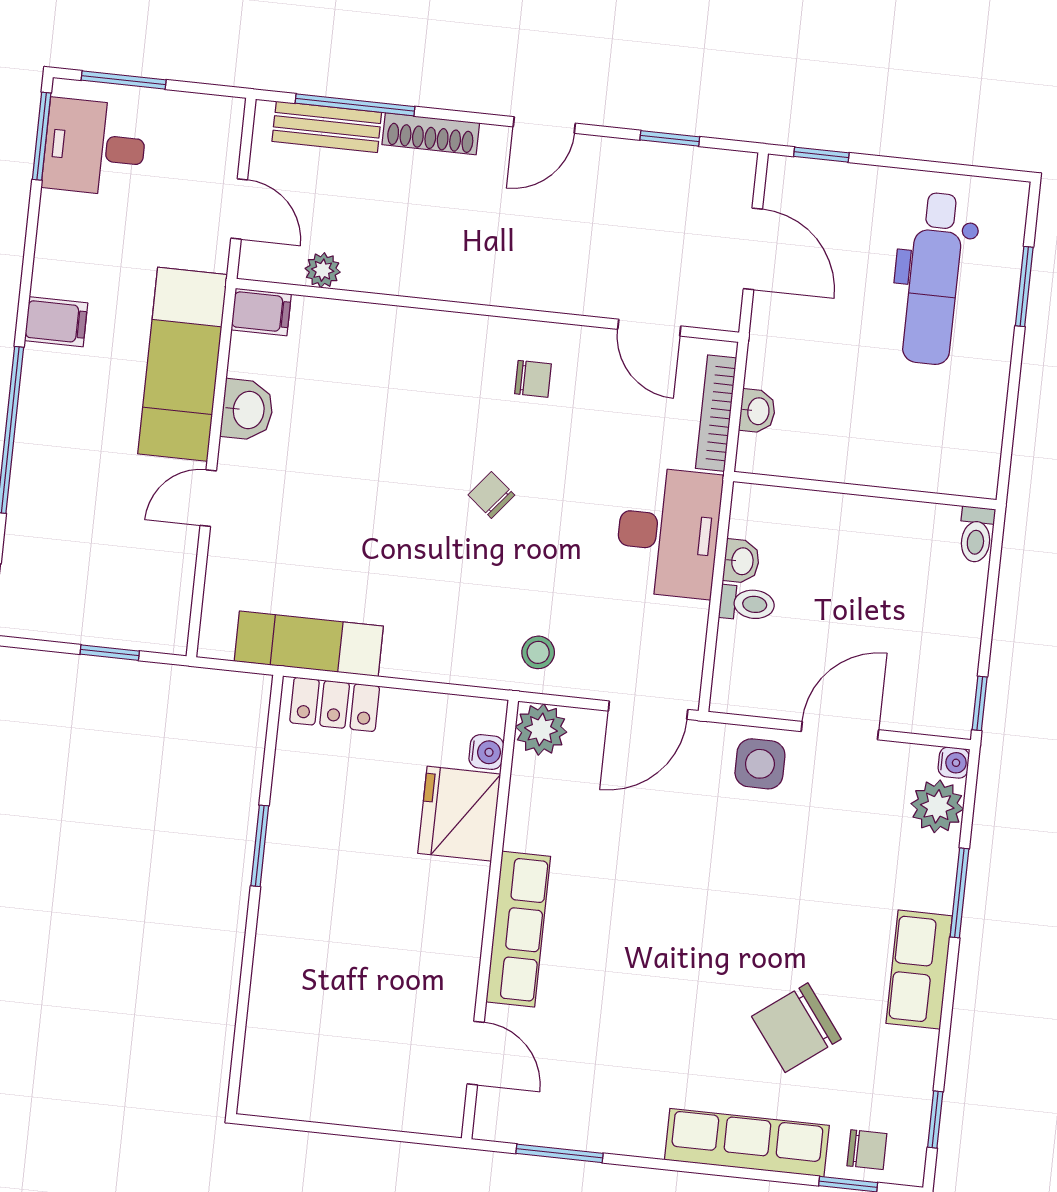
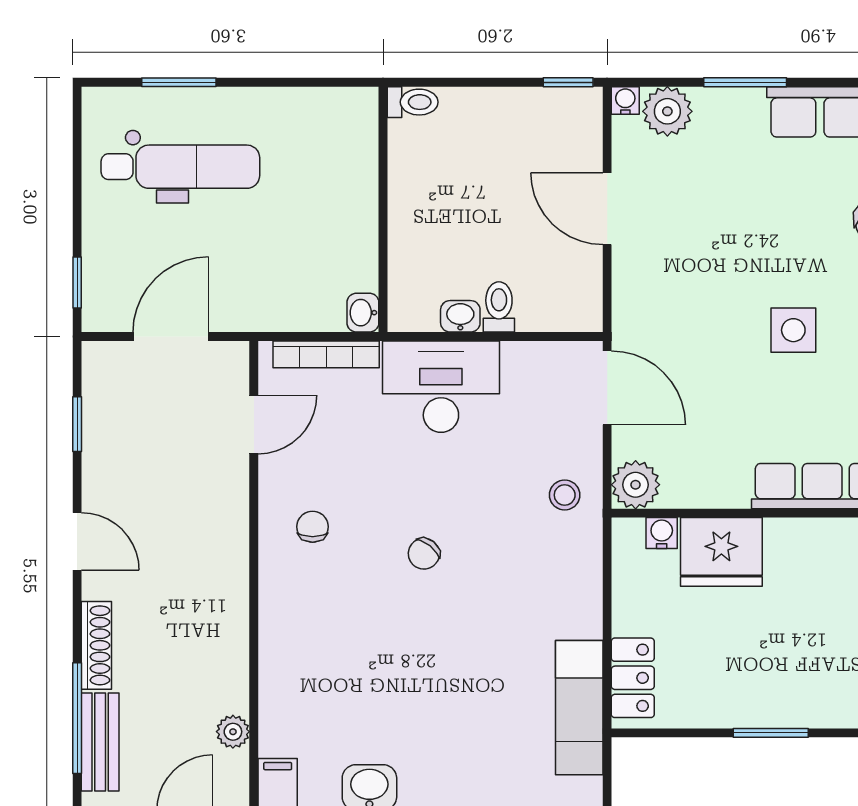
washbasin: (757, 411) -> (363, 313), moved, turned -90
side table: (760, 764) -> (793, 330), moved

